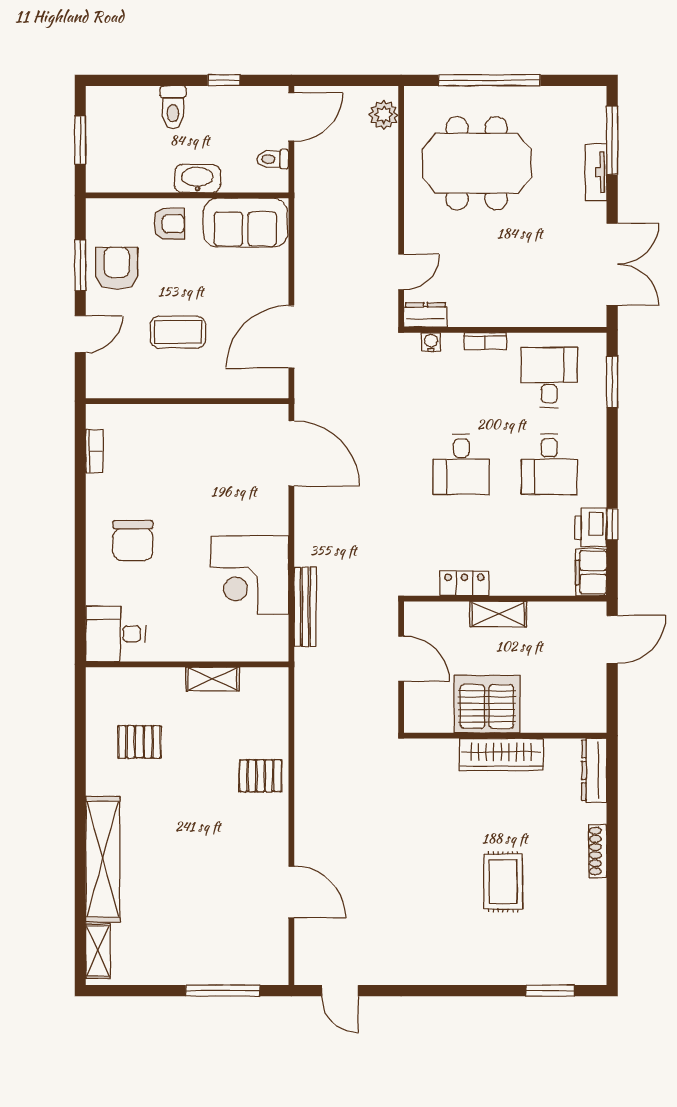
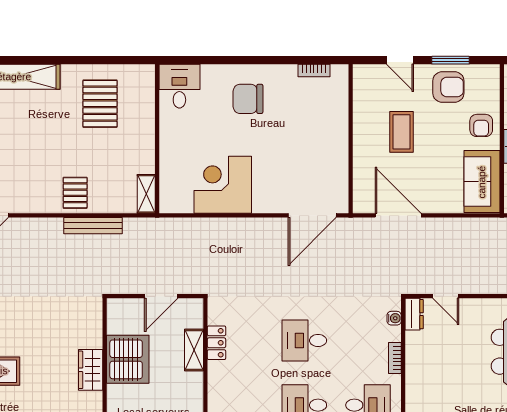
bench: (305, 607) -> (93, 226), moved
shelving: (498, 614) -> (194, 350), moved
shelving: (213, 679) -> (146, 194), moved
pallet: (139, 742) -> (100, 104), width x1.50, depth x1.42
wardrobe: (501, 755) -> (91, 370), width x0.67

